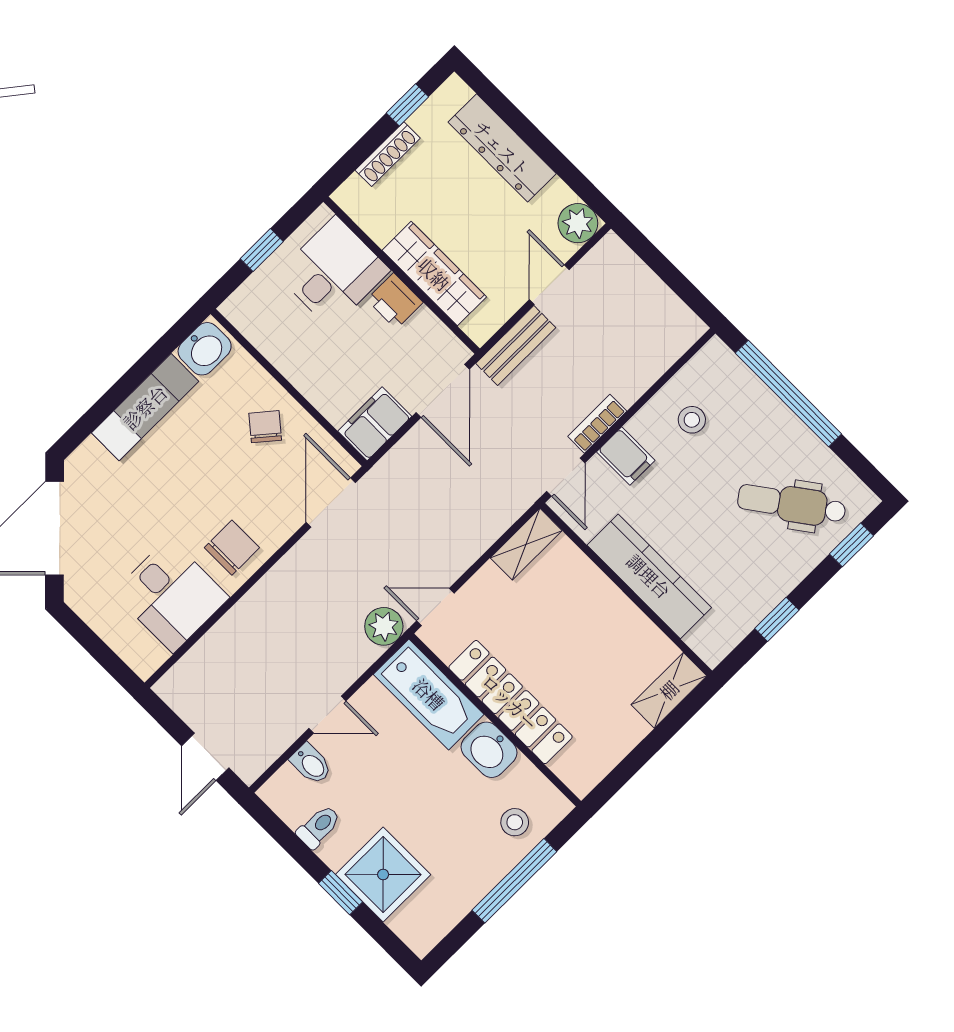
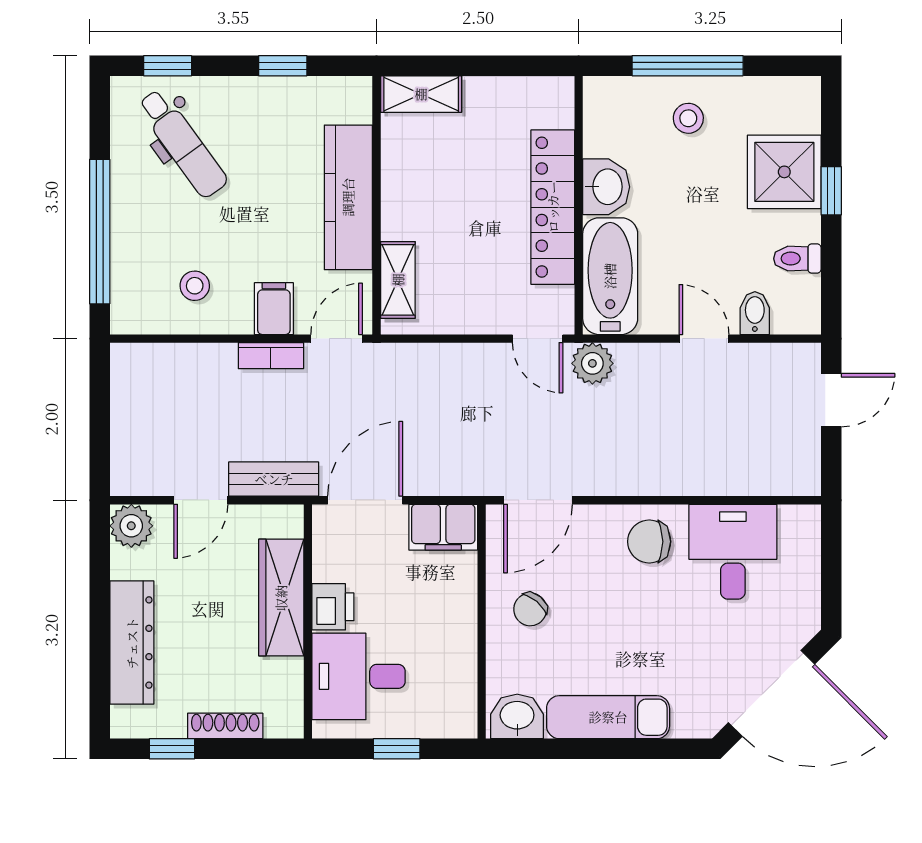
shelving: (526, 544) -> (398, 280), moved, turned 90
stool: (515, 822) -> (688, 118), moved

